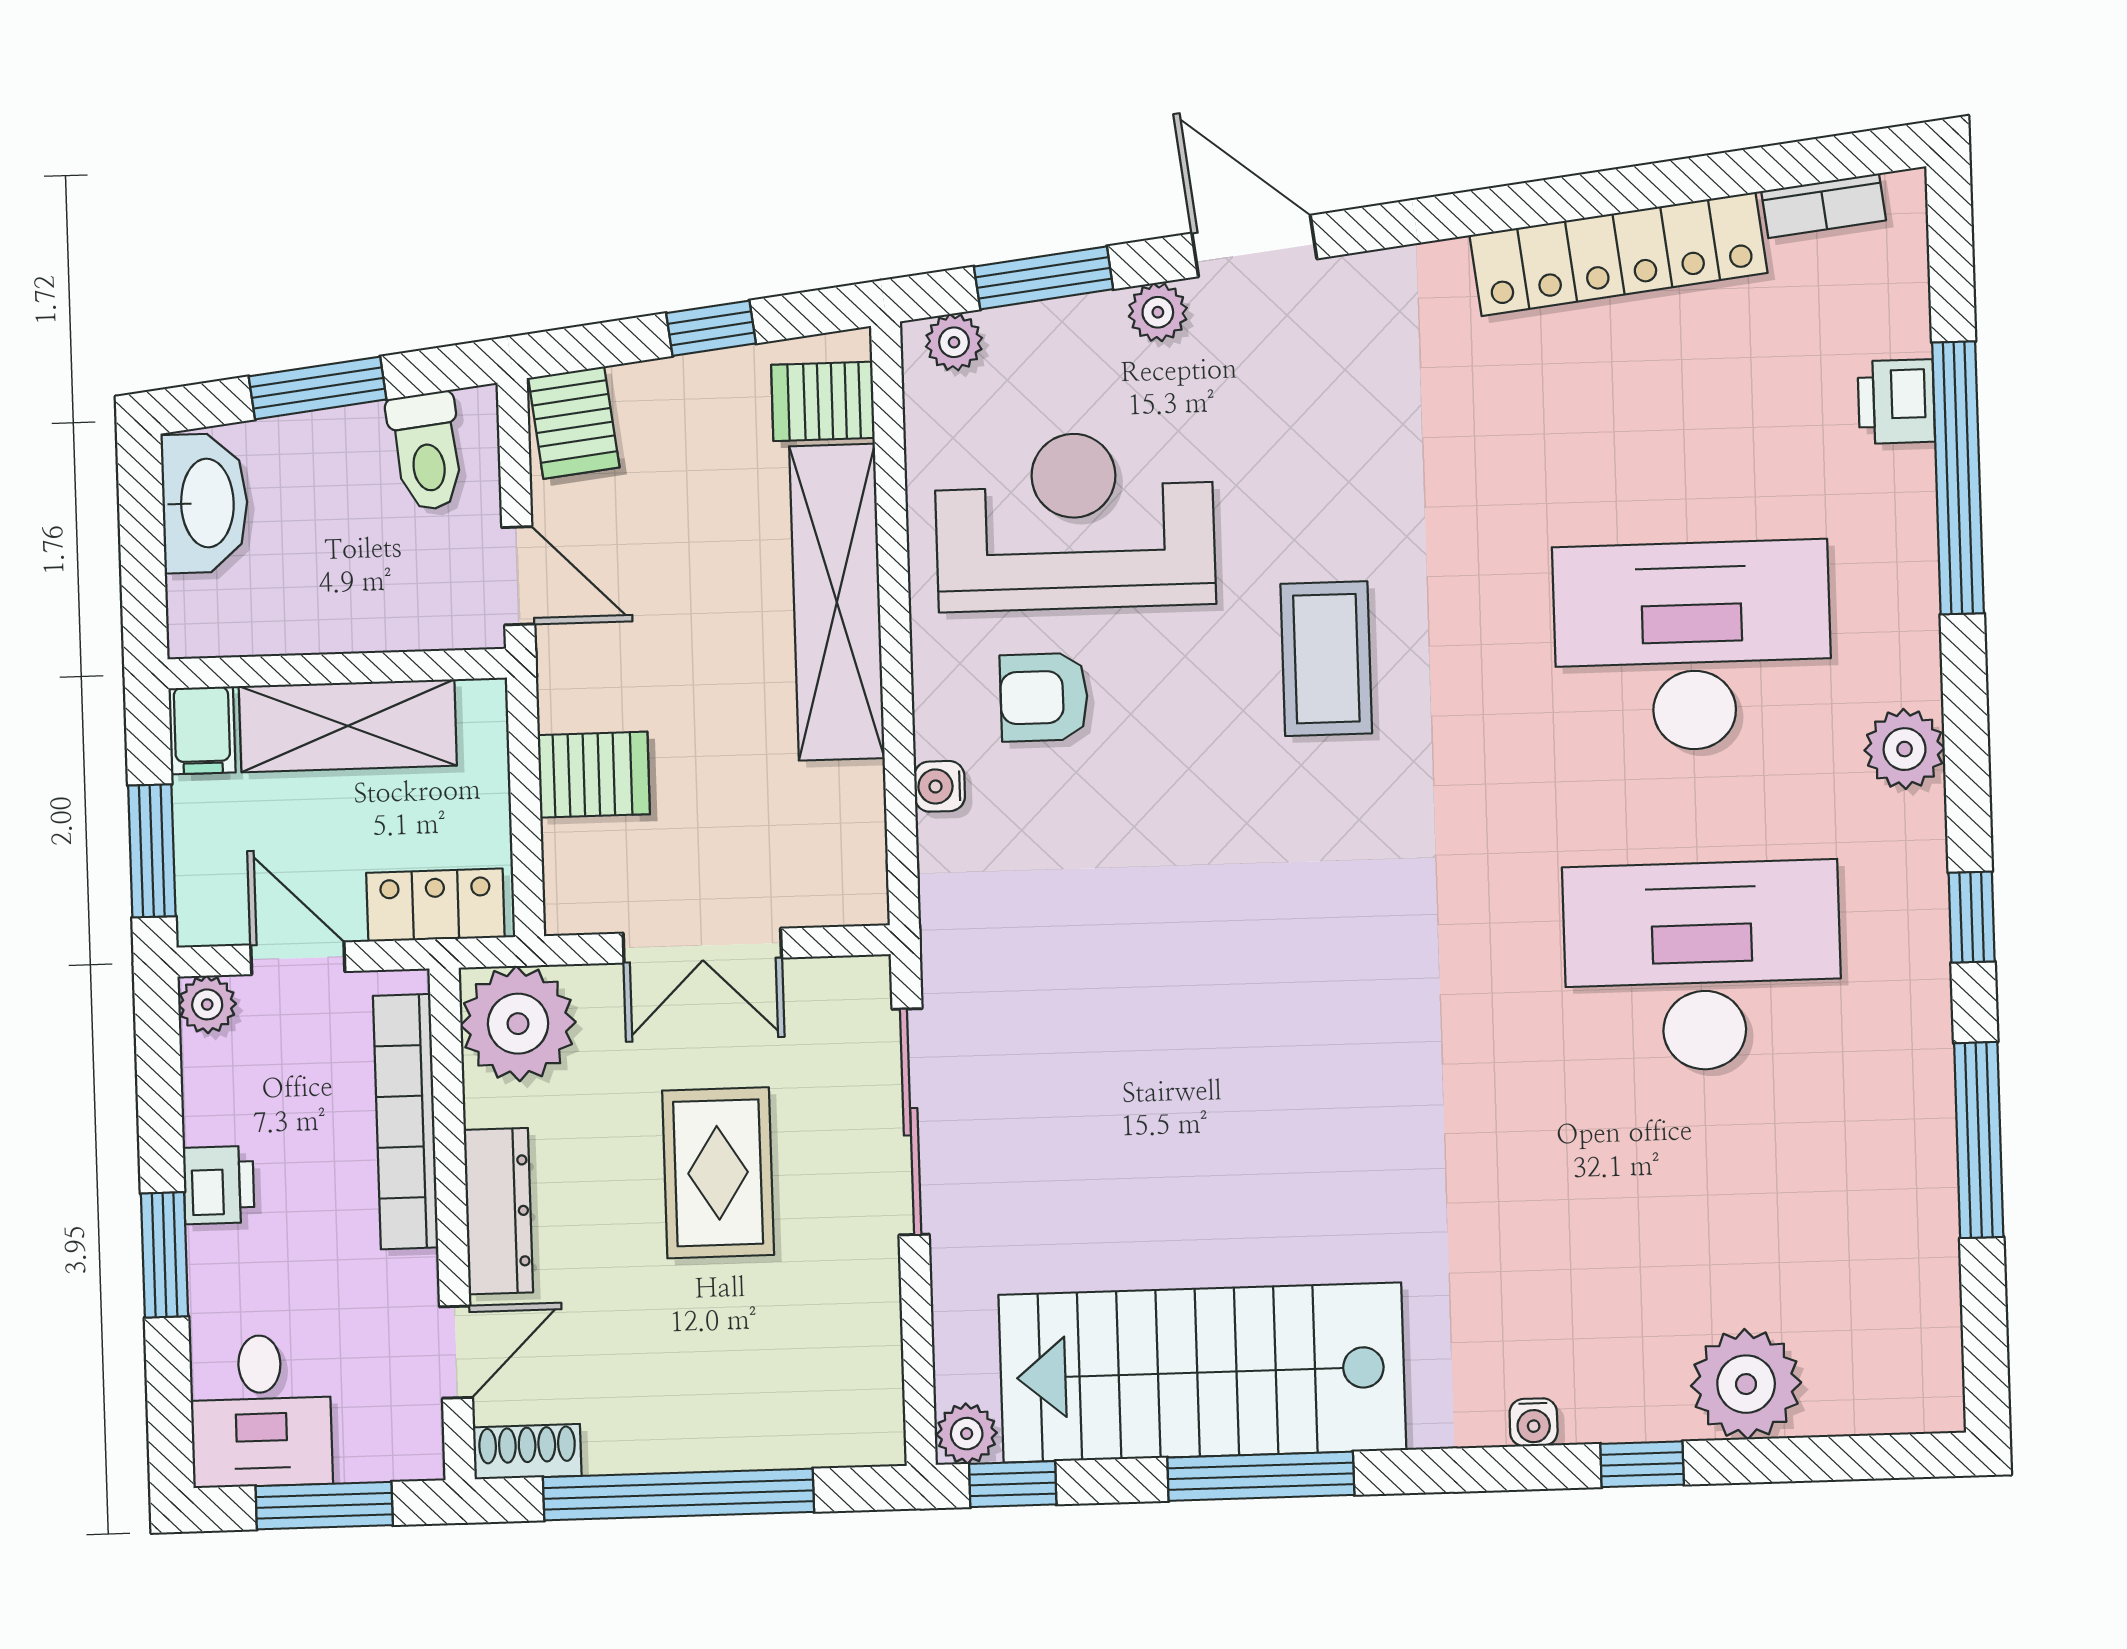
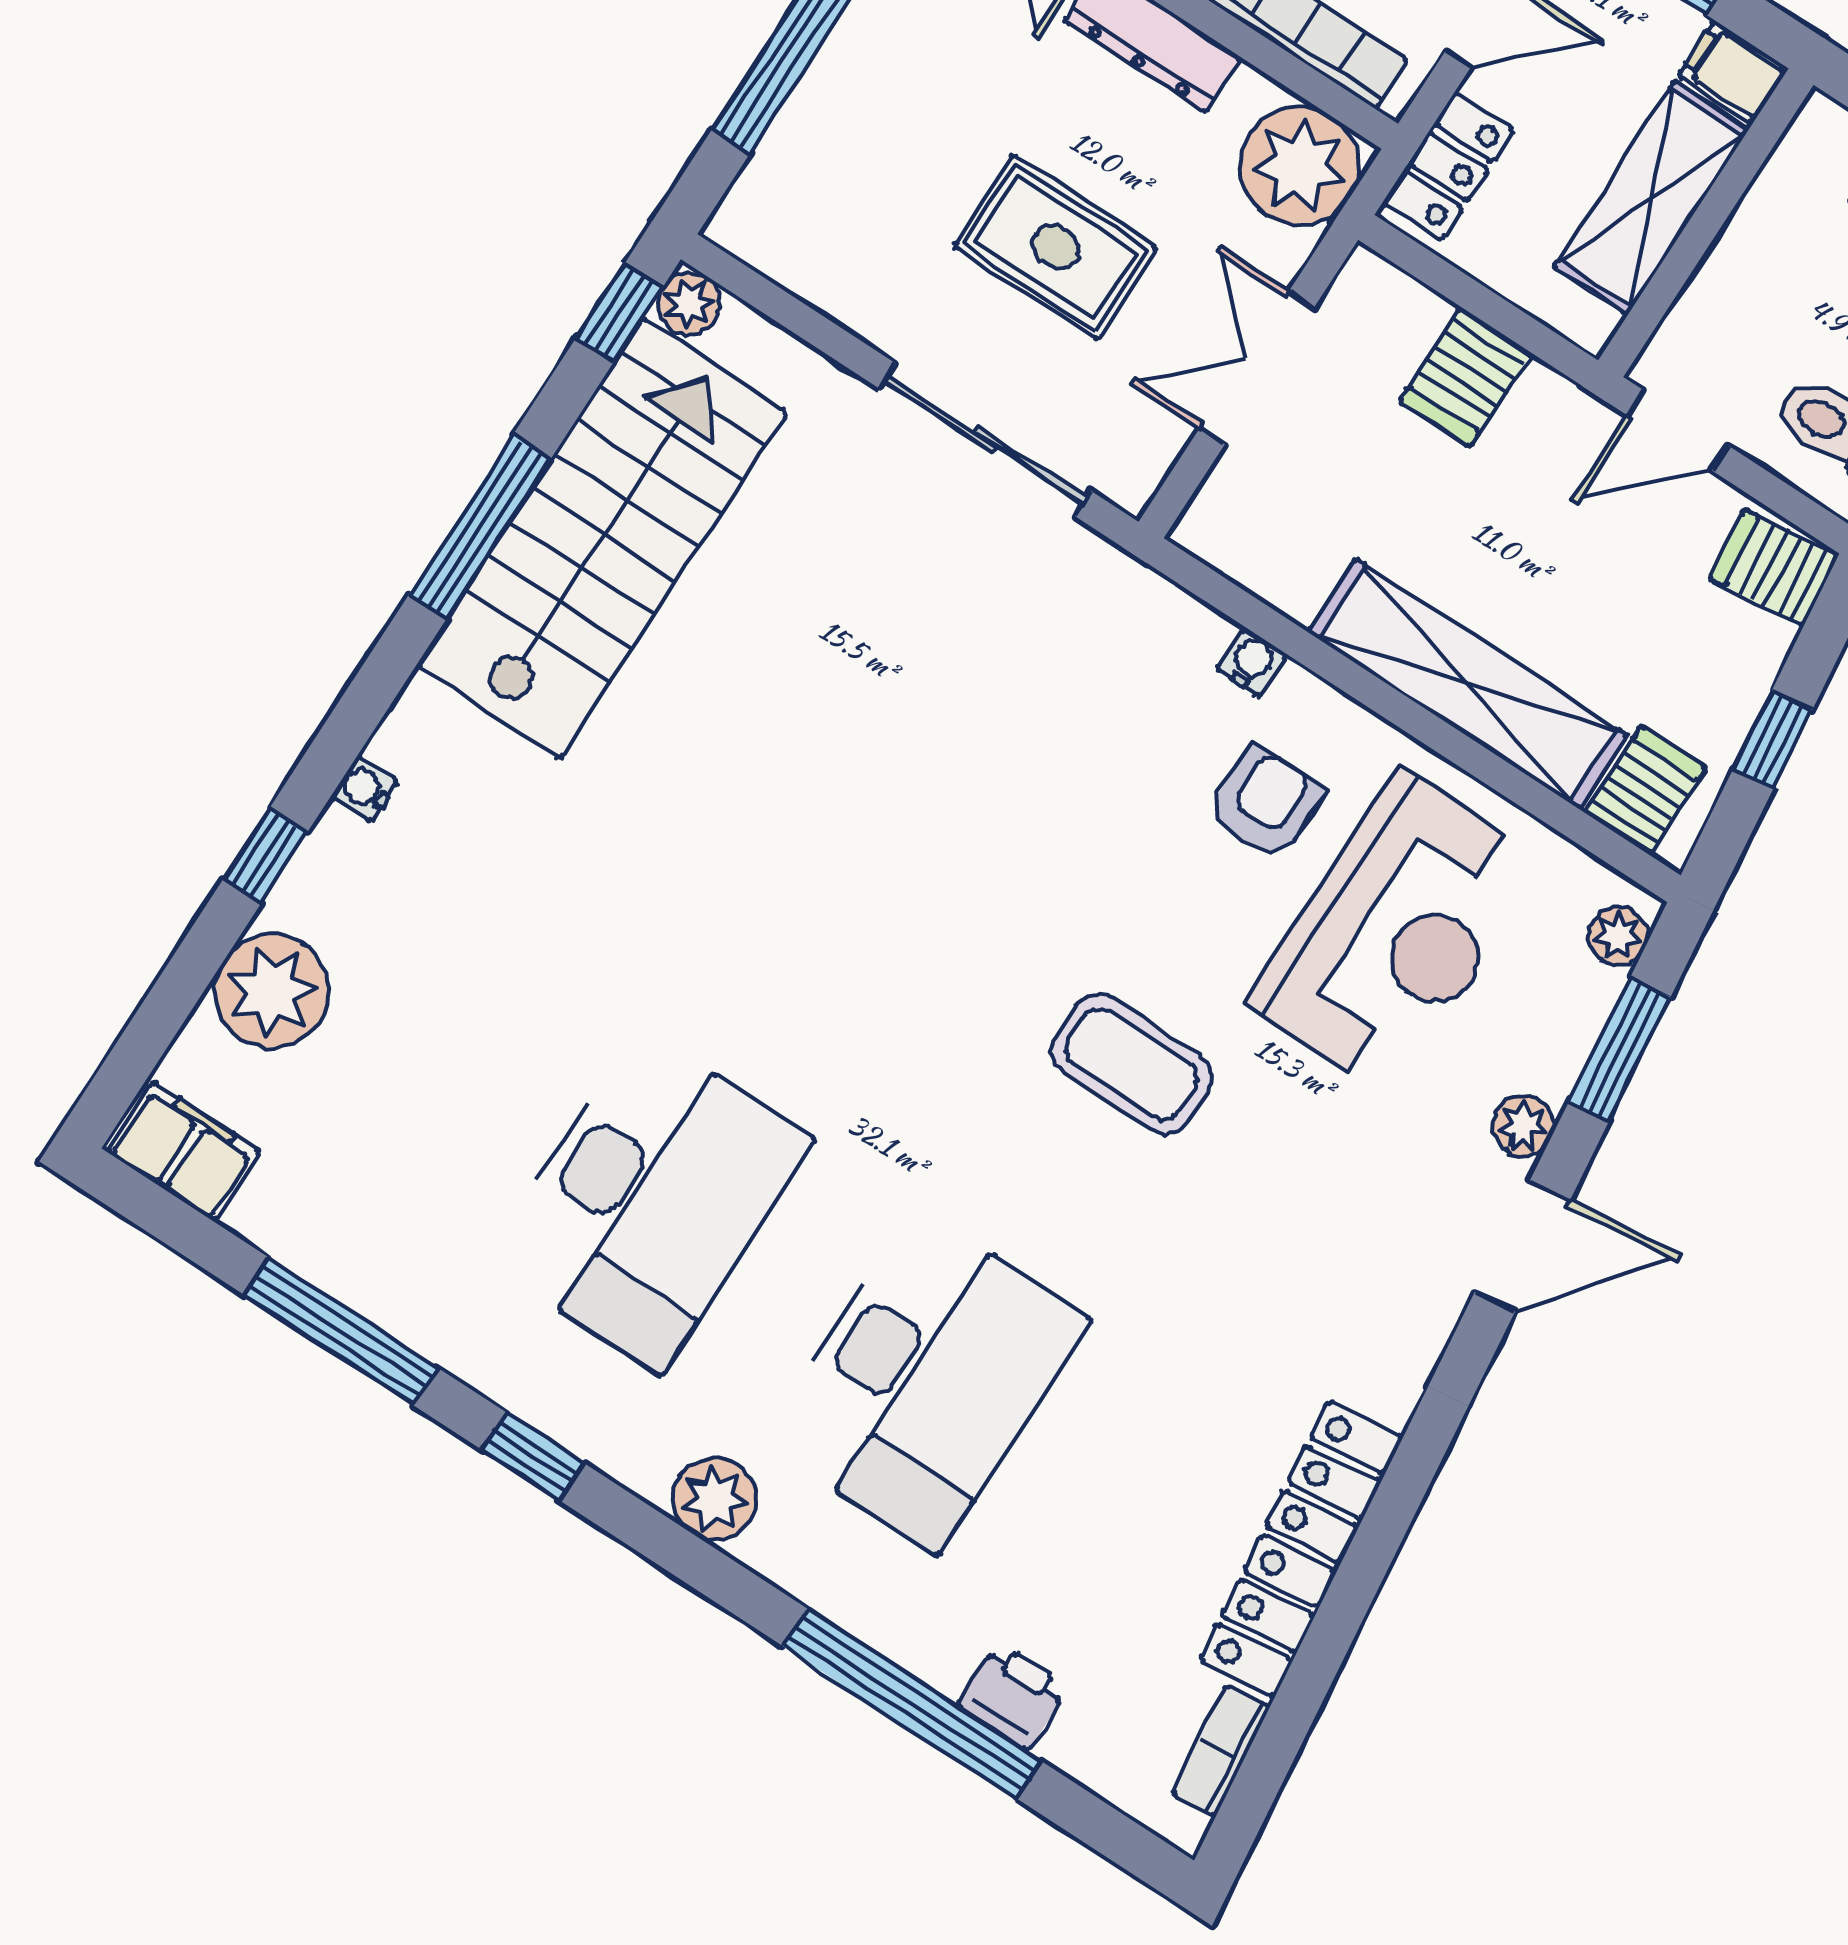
filing cabinet: (1923, 1365) -> (184, 1152), added

